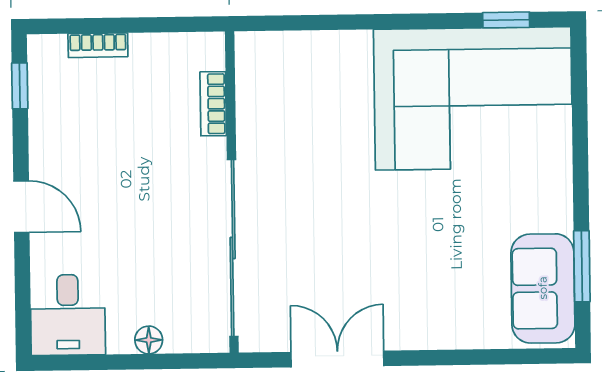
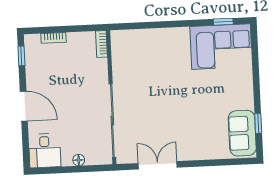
corner sofa: (473, 98) -> (221, 47), width x0.73, depth x0.74
bookcase: (213, 104) -> (102, 44), moved
door: (21, 207) -> (24, 106), width x1.38
window: (582, 266) -> (258, 123), width x0.67

